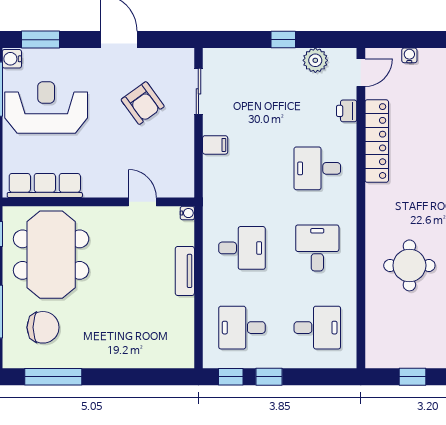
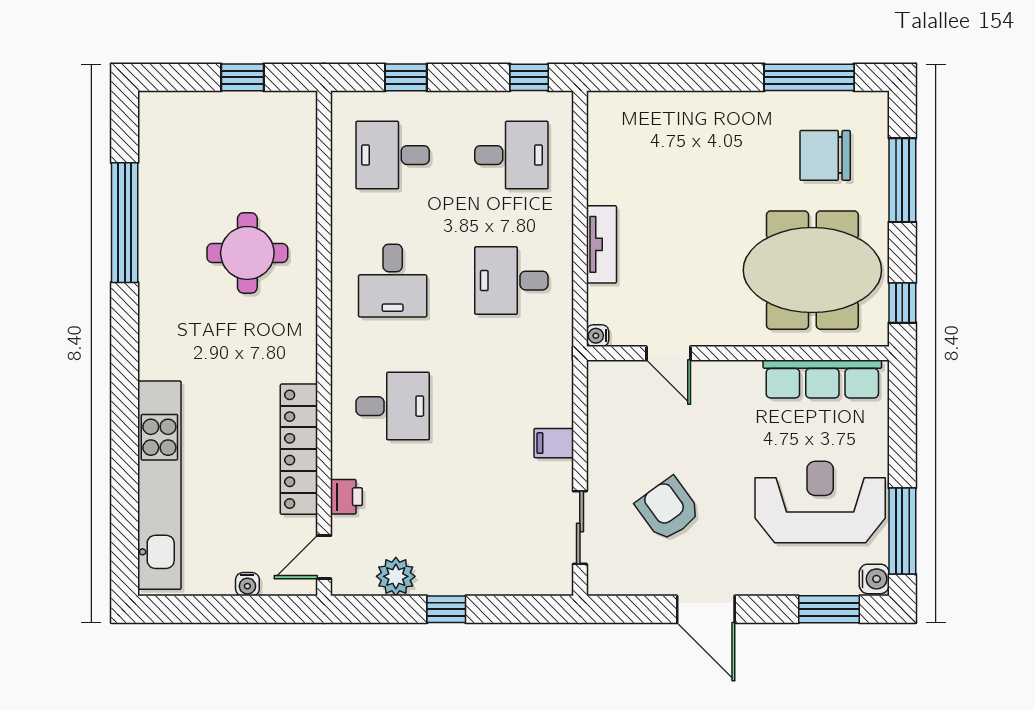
reception desk: (46, 107) -> (820, 502), turned 180
meeting table: (51, 255) -> (812, 270), turned 90
window: (269, 377) -> (406, 77), moved

